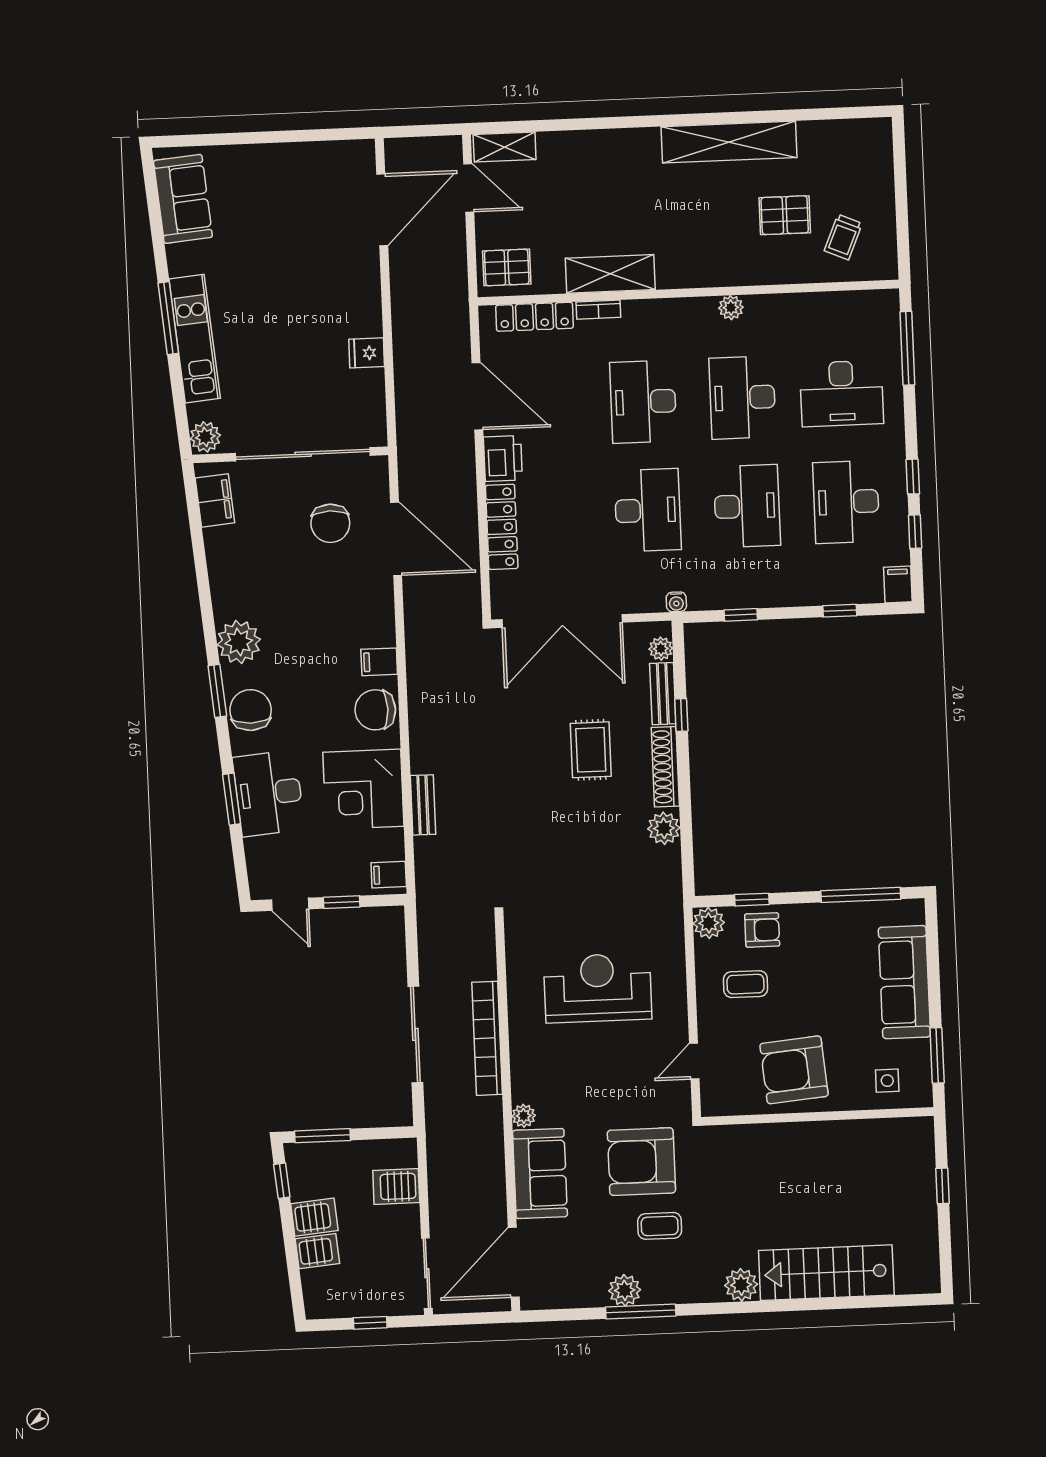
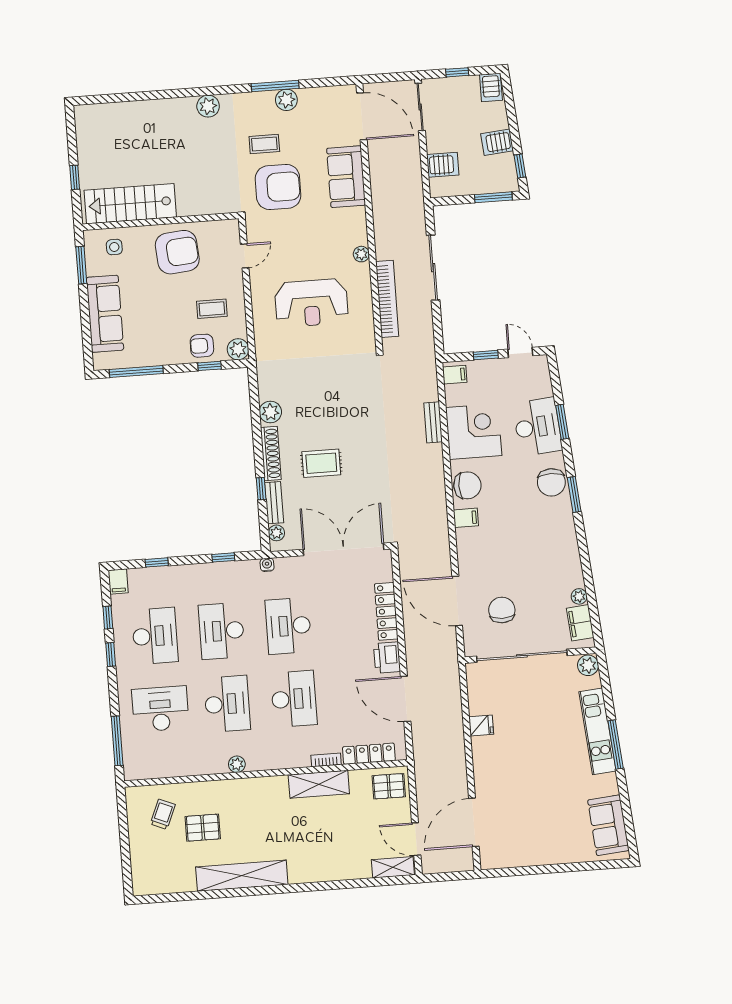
plant: (239, 642) -> (579, 596), moved, width x0.53, depth x0.53
rug: (591, 750) -> (321, 463), turned 90
bookcase: (487, 1038) -> (387, 299), moved
plant: (524, 1116) -> (361, 254), moved
server rack: (317, 1251) -> (491, 87), moved, turned -85
door: (514, 1262) -> (362, 116), hinge flipped
stairs: (826, 1273) -> (130, 204), moved, turned 180

